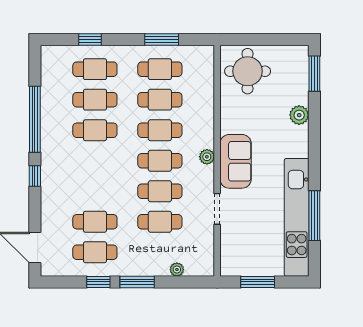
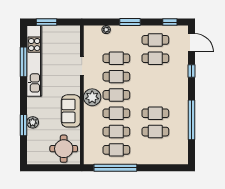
window: (90, 39) -> (158, 168), removed
window: (162, 39) -> (115, 168), width x2.11
cafe table: (95, 69) -> (155, 150), removed
window: (314, 74) -> (24, 125), moved
plant: (207, 157) -> (92, 97), width x1.87, depth x1.87
sofa: (236, 161) -> (71, 111), moved
window: (35, 176) -> (191, 71), moved
window: (98, 282) -> (170, 22), moved
window: (258, 282) -> (46, 22), moved

